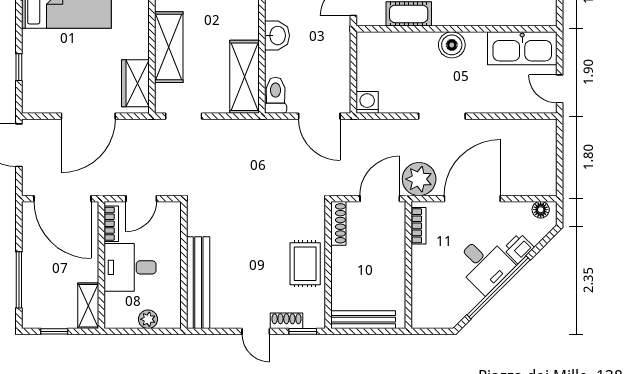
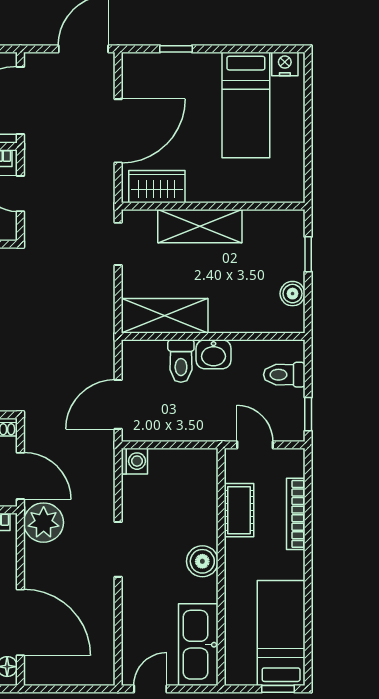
toilet: (276, 95) -> (181, 361), moved, turned 90
door: (88, 116) -> (118, 131), swing flipped
door: (472, 199) -> (20, 622), moved

